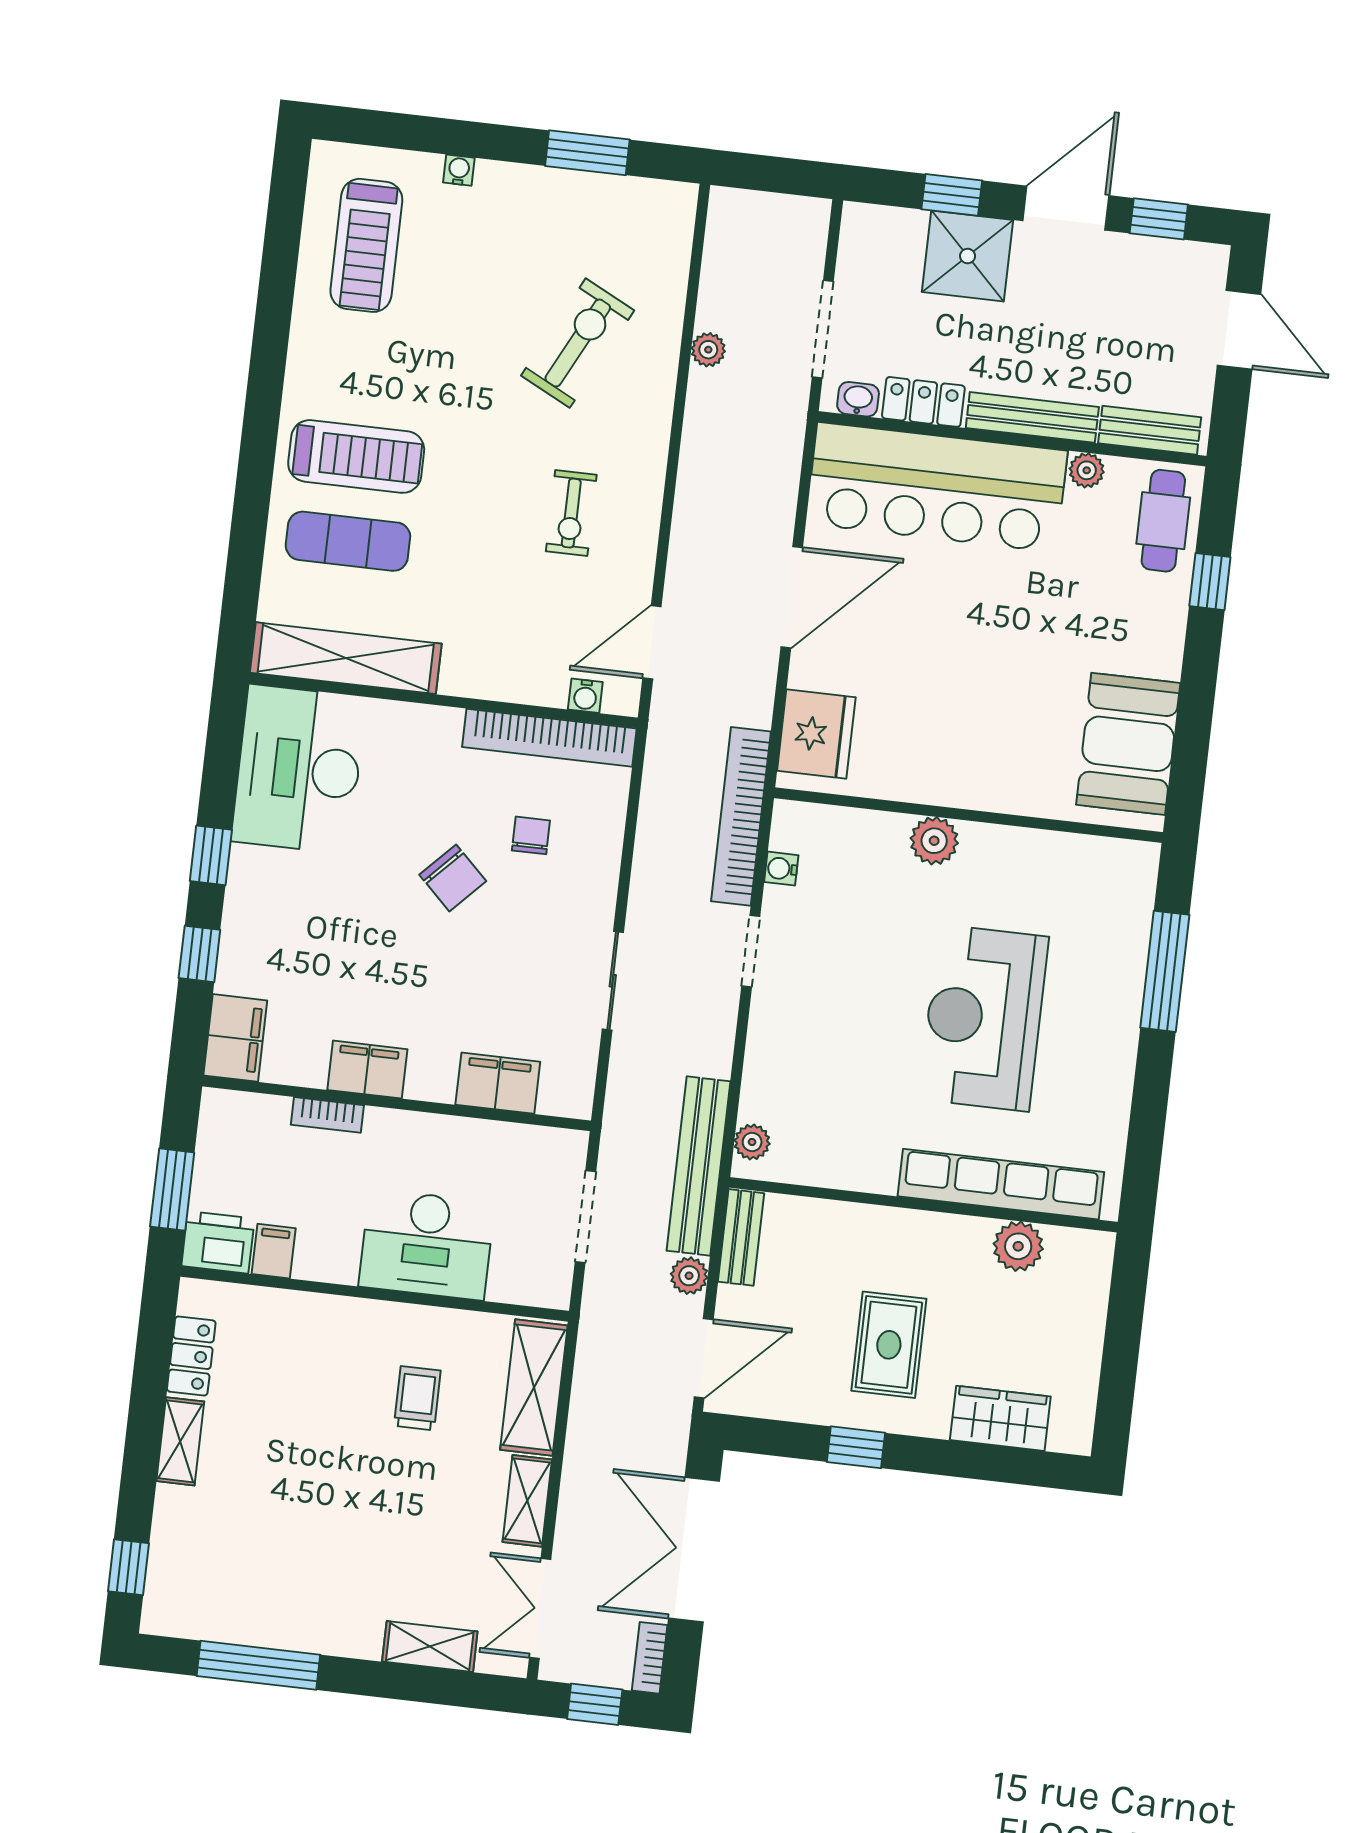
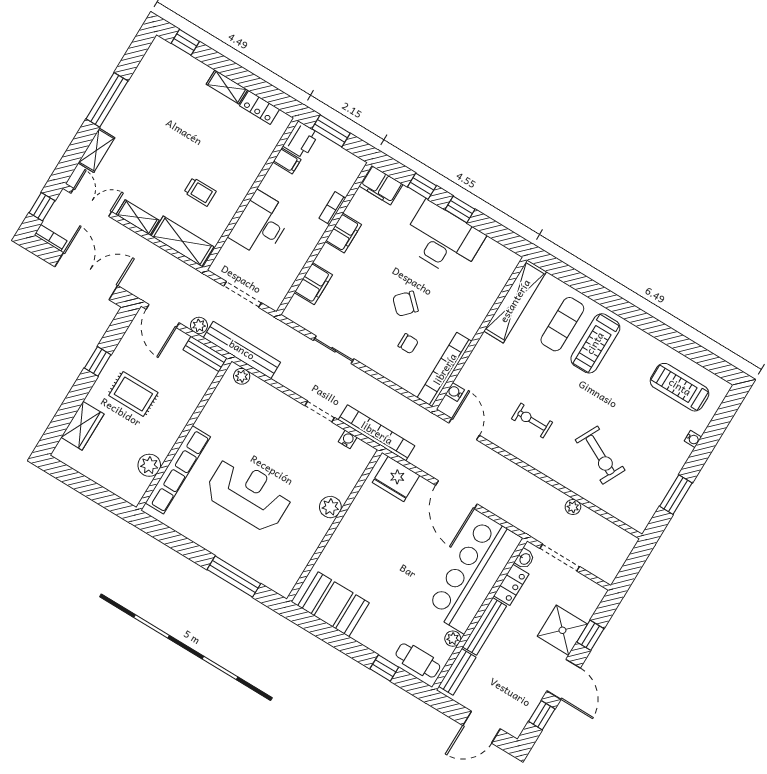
desk: (299, 769) -> (443, 240), moved
window: (258, 1665) -> (107, 100), moved

